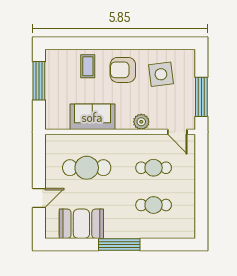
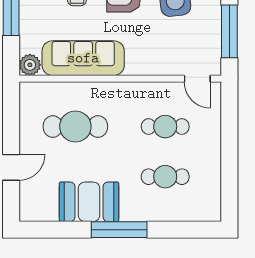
sofa: (92, 117) -> (83, 58), width x1.36
plant: (141, 122) -> (30, 65), moved
booth: (81, 224) -> (89, 202), moved

